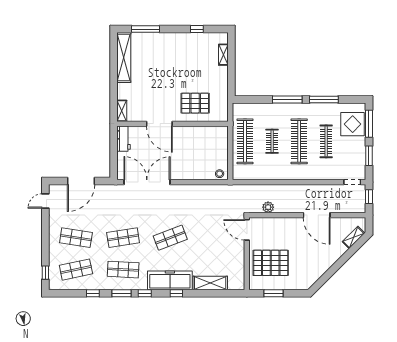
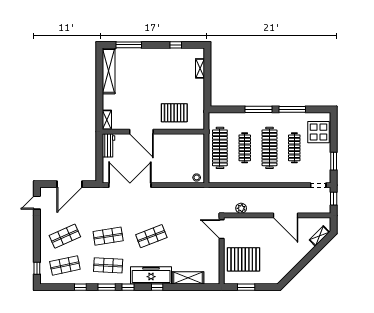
window: (369, 124) -> (334, 132), removed
clothes rail: (272, 141) -> (245, 148), width x1.36
shop shelf: (76, 238) -> (65, 236), turned -33

